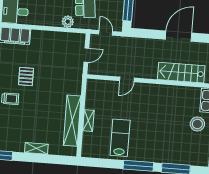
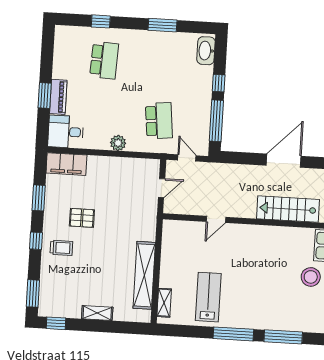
plant: (68, 22) -> (118, 143), moved
pallet: (26, 77) -> (82, 218), turned 90
shelving: (88, 121) -> (164, 303), moved

